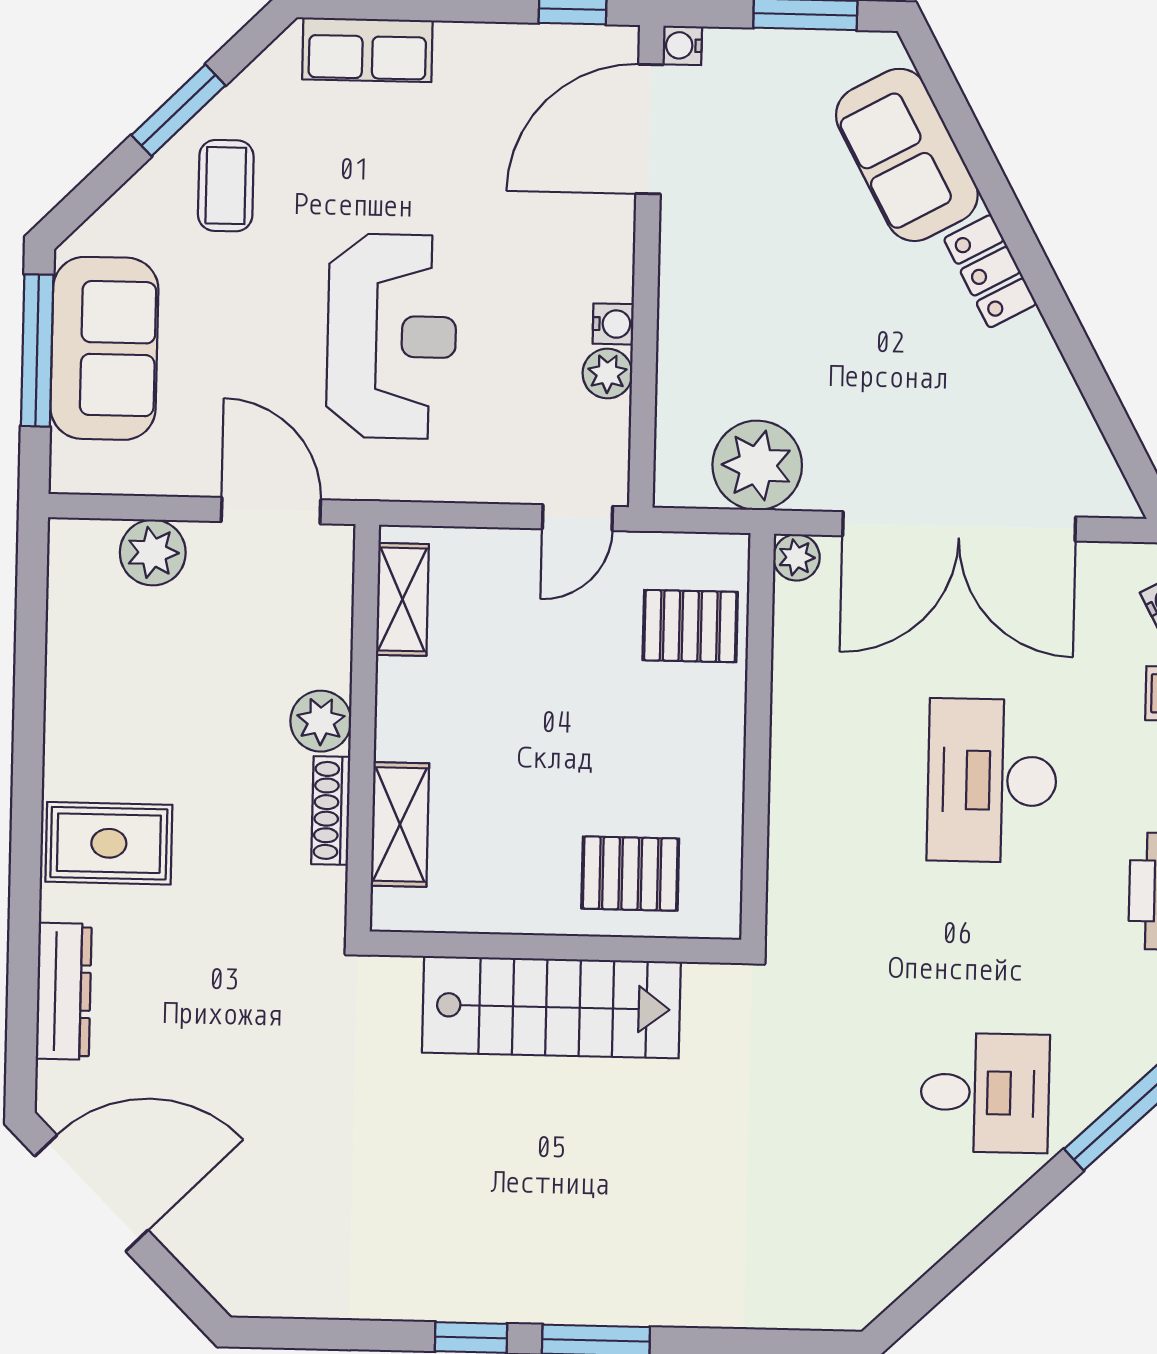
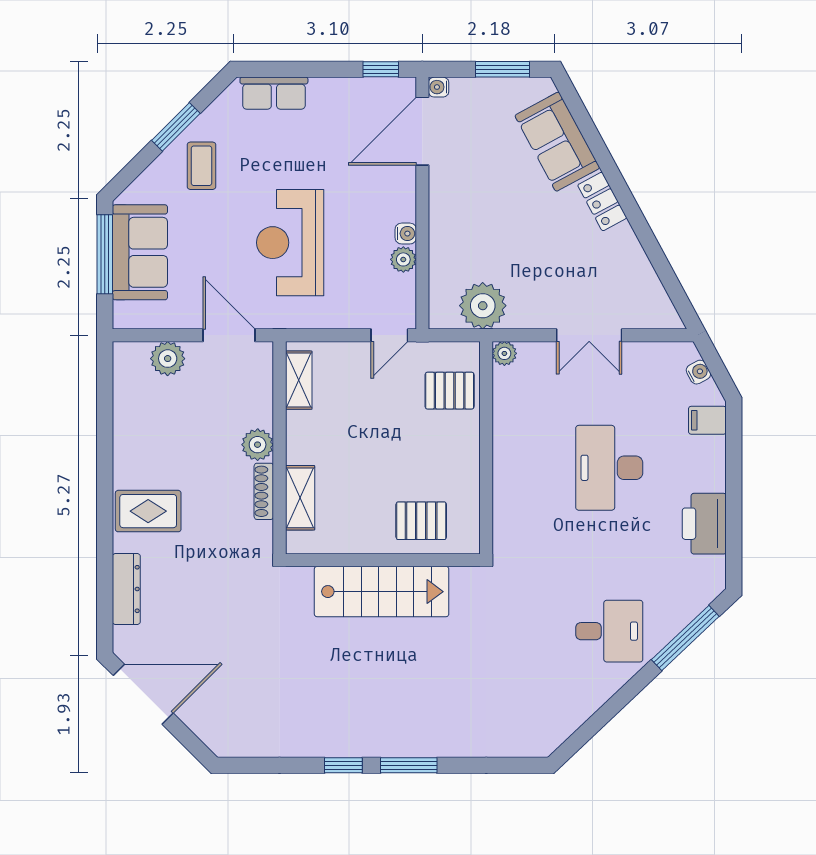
reception desk: (392, 336) -> (290, 243), turned 180
double door: (959, 526) -> (589, 335), width x0.54

